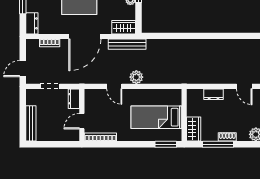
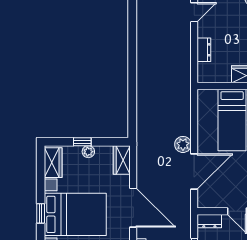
bench: (127, 44) -> (143, 156), removed
door: (114, 86) -> (194, 171), width x1.87

